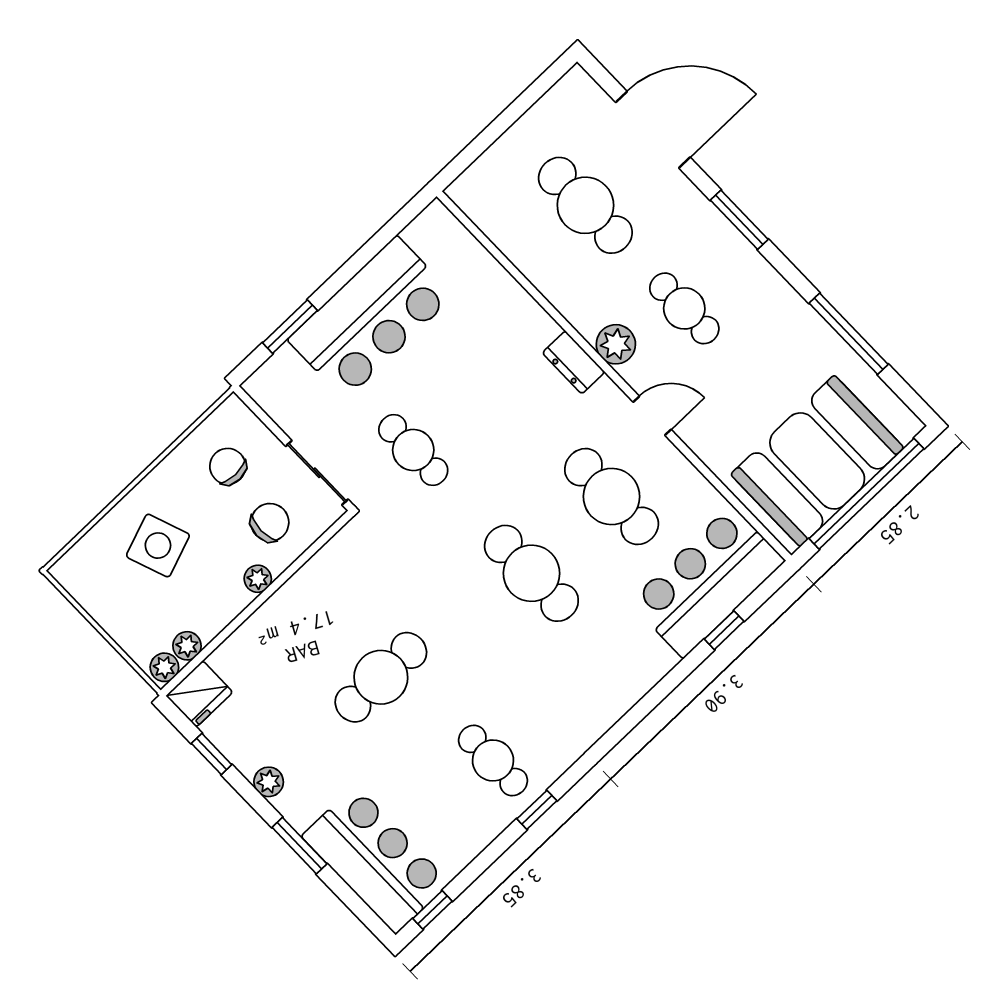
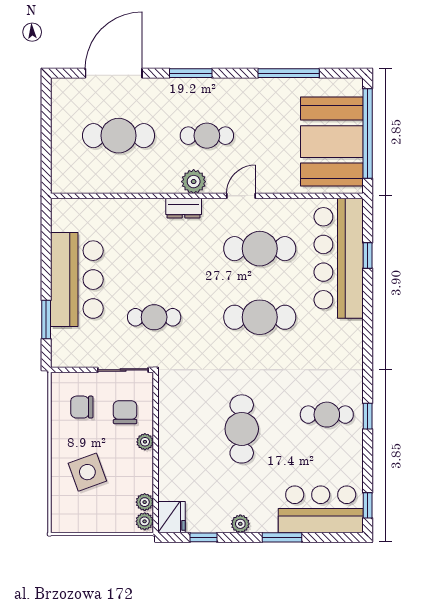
bar counter: (707, 581) -> (339, 258), width x1.36

